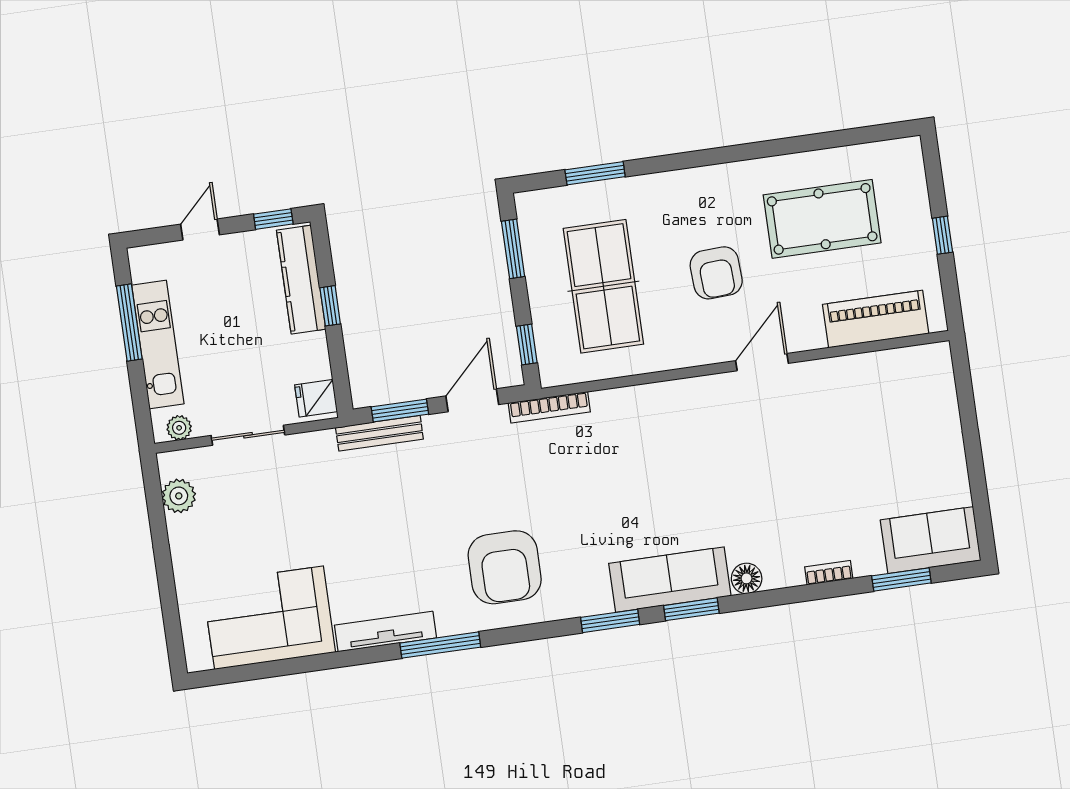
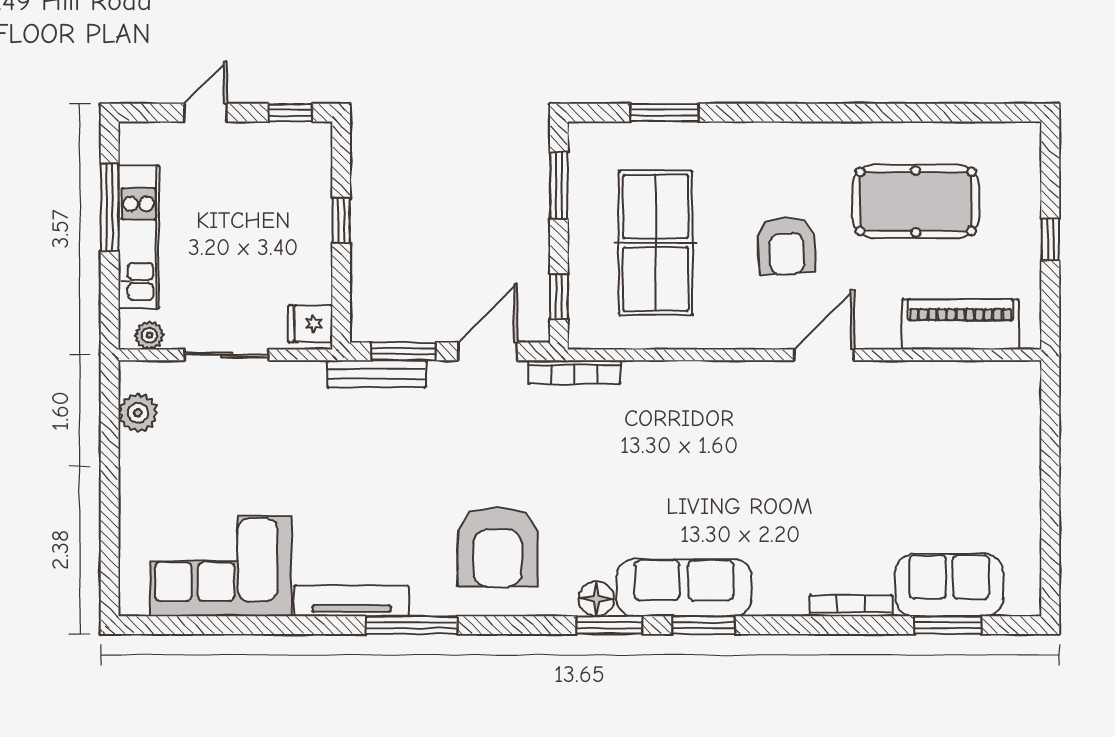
kitchen counter: (301, 280) -> (312, 186), removed
sofa: (931, 540) -> (949, 585), moved
bookcase: (829, 573) -> (851, 606), width x1.56
floor lamp: (747, 578) -> (596, 599), moved

